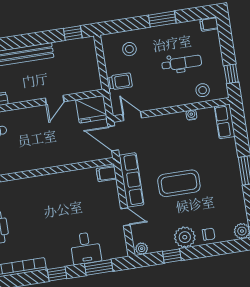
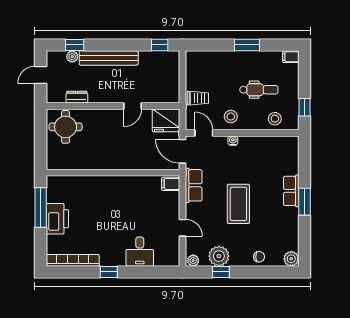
stool: (129, 49) -> (231, 116), moved
water cooler: (191, 115) -> (233, 141), moved
row of seats: (225, 121) -> (291, 191), moved
row of seats: (131, 180) -> (194, 185), width x0.68
coffee table: (179, 183) -> (238, 204), turned 90
plant: (185, 237) -> (219, 256), moved
window: (99, 267) -> (149, 272), removed

